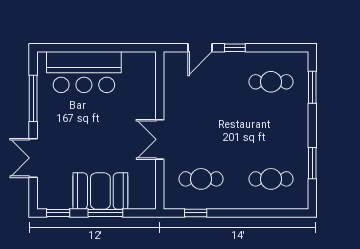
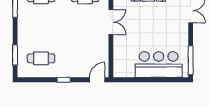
door: (200, 48) -> (97, 80), moved
window: (33, 98) -> (191, 60), moved

